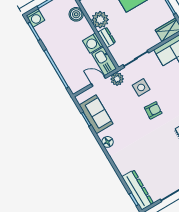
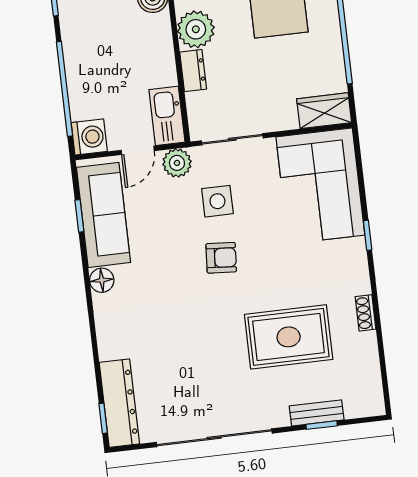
washing machine: (93, 43) -> (89, 137), moved, turned 180
door: (98, 81) -> (138, 150), swing flipped
sofa: (96, 114) -> (103, 215), width x1.36

